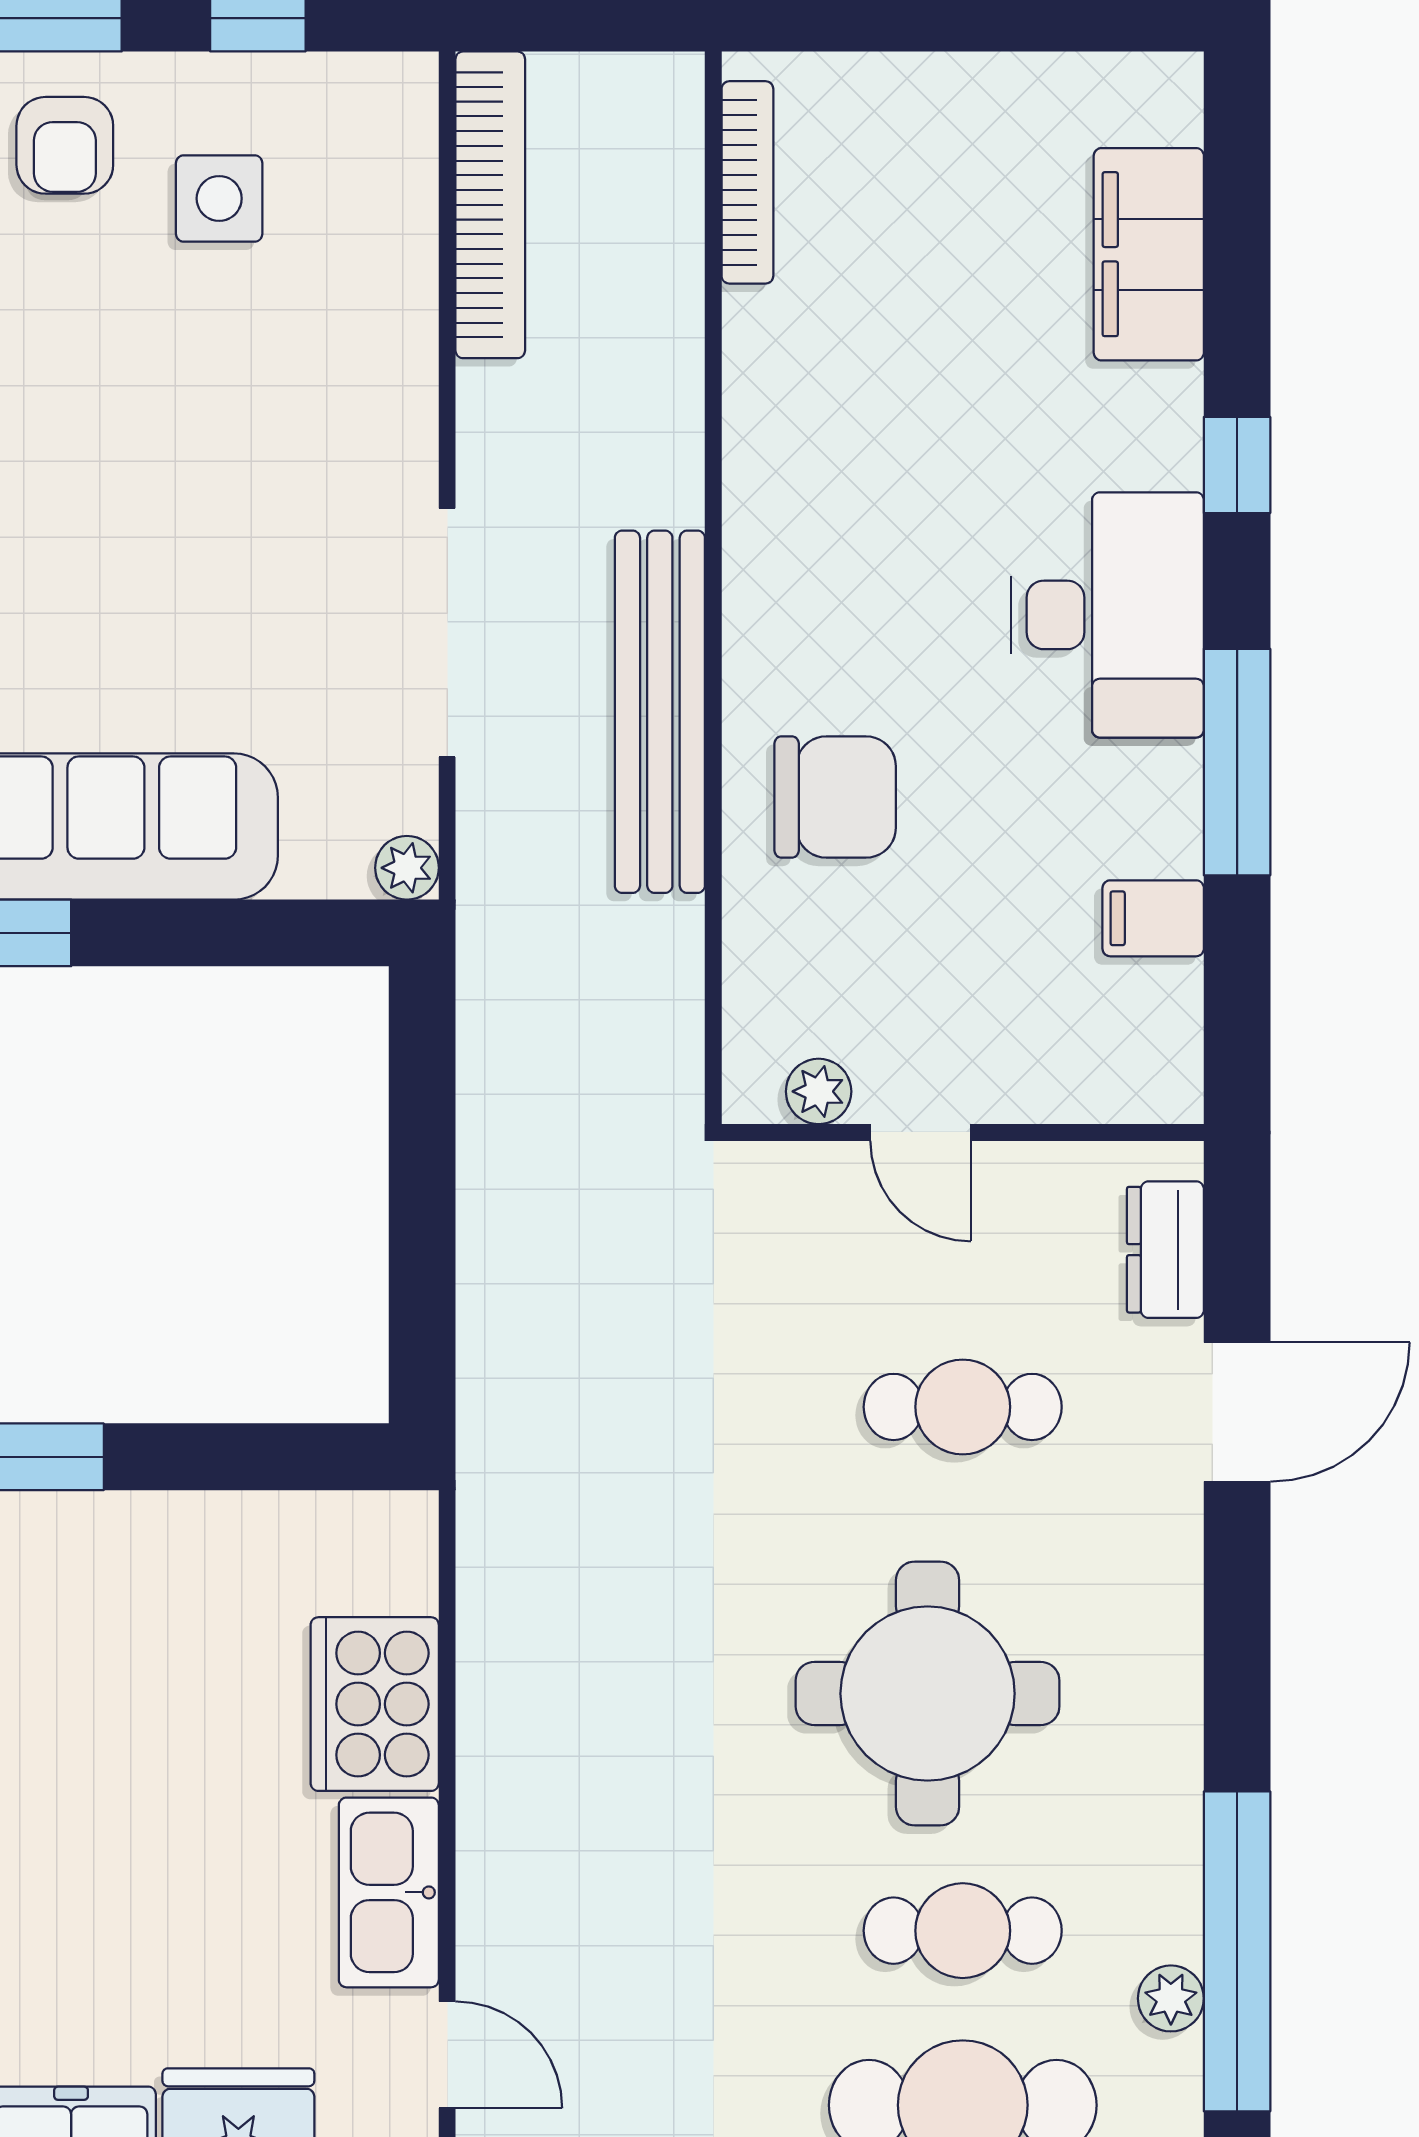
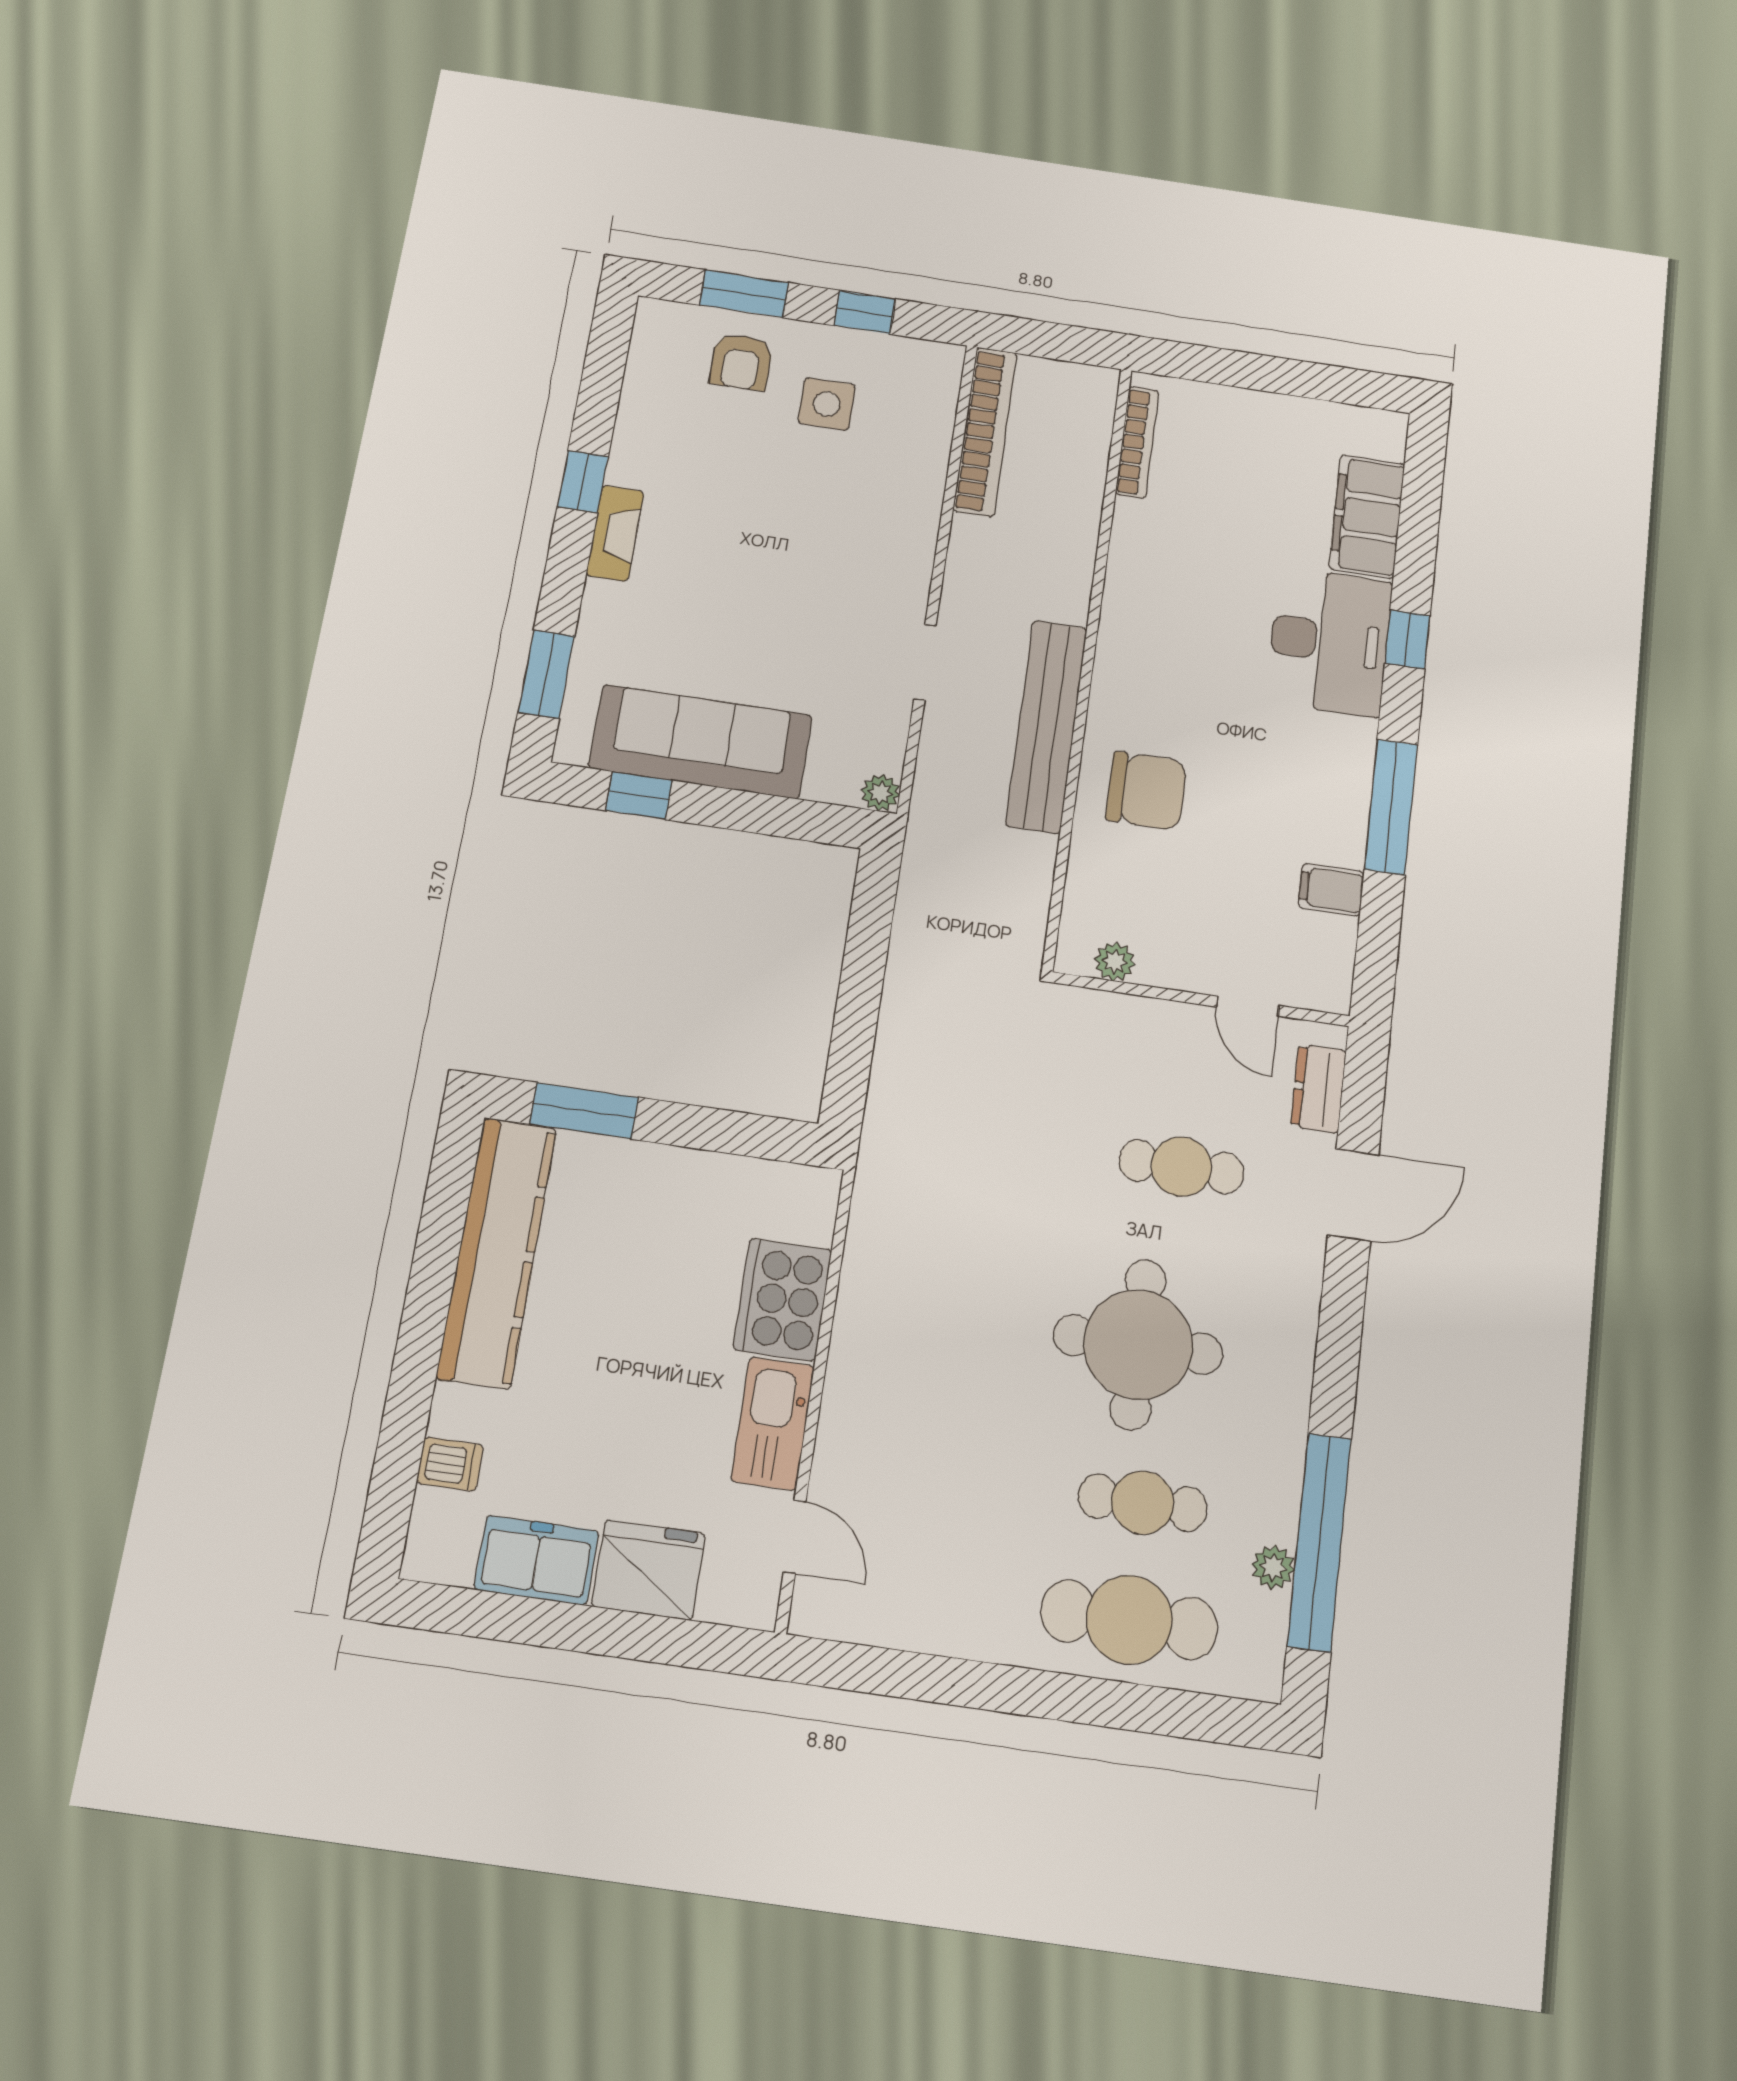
desk: (1108, 615) -> (1329, 642), moved
doorway: (447, 633) -> (925, 662), width x0.53
door: (921, 1132) -> (1248, 1006), moved

